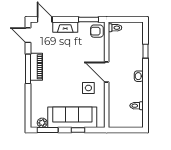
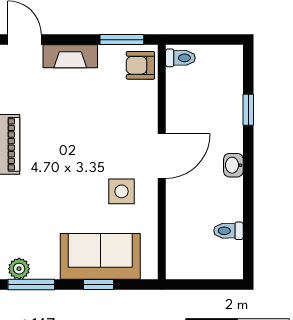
door: (107, 72) -> (162, 156), swing flipped
sofa: (72, 117) -> (100, 256), width x0.73

